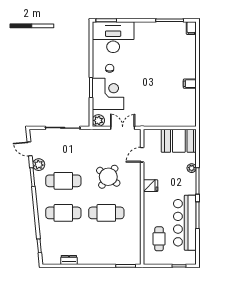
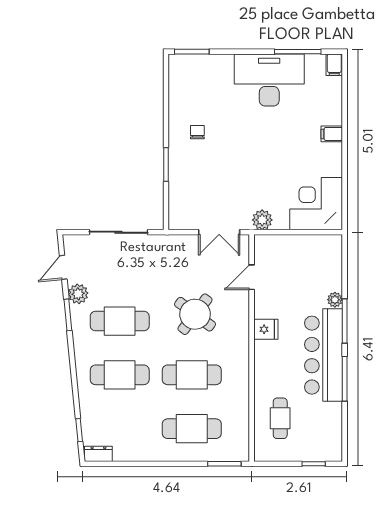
desk: (113, 37) -> (269, 80), moved
filing cabinet: (190, 84) -> (332, 134), moved
corner desk: (108, 94) -> (316, 204), moved, turned -90
plant: (98, 120) -> (262, 220), moved
double door: (123, 128) -> (219, 232), swing flipped
booth: (179, 141) -> (313, 254), removed
door: (30, 149) -> (63, 267), hinge flipped
bar counter: (185, 223) -> (324, 355), moved
cafe table: (106, 245) -> (192, 429), added
dresser: (69, 260) -> (98, 454), moved

